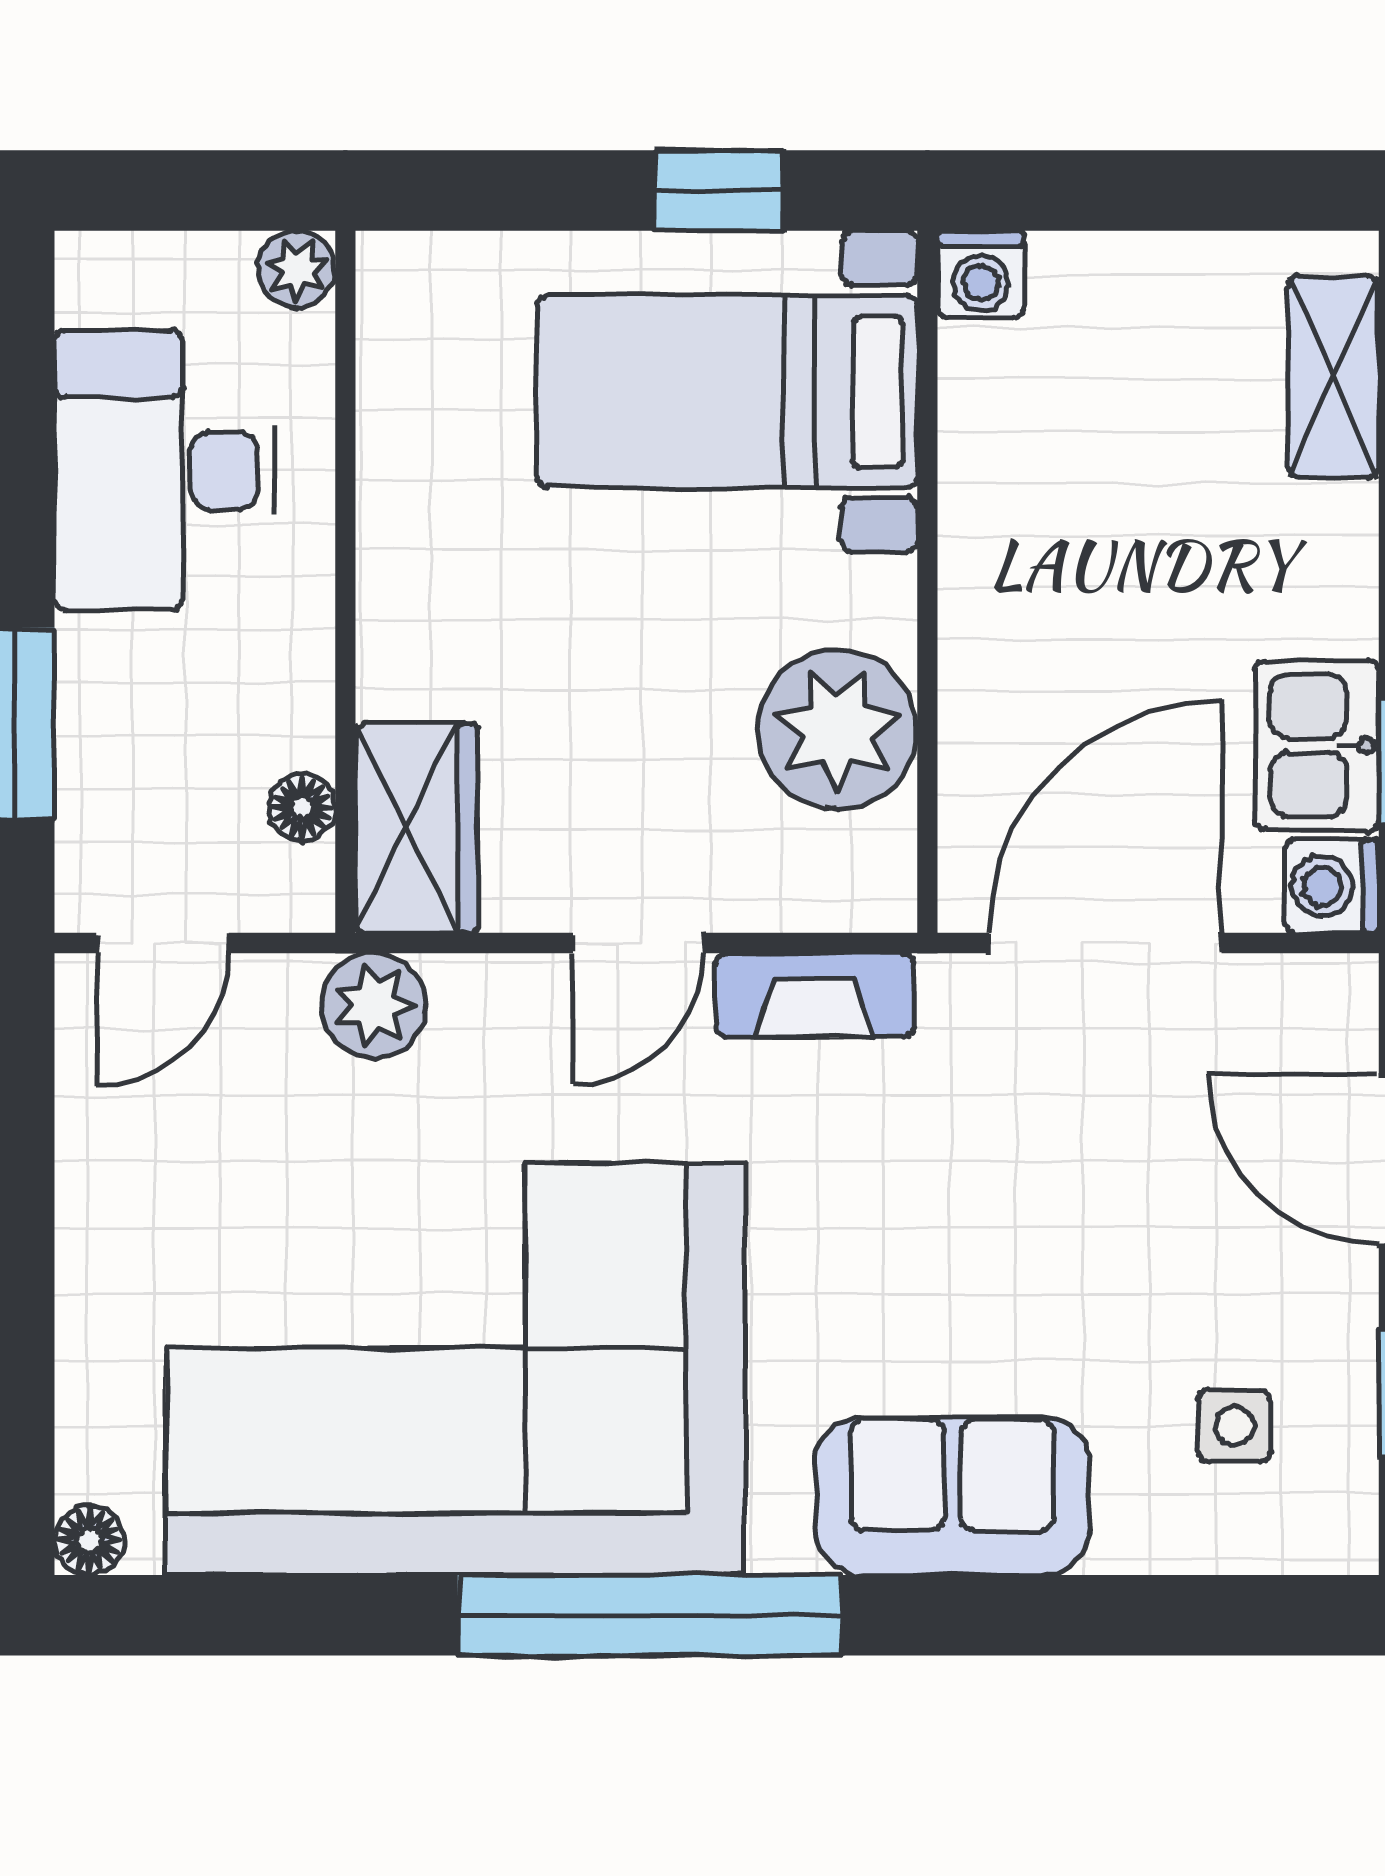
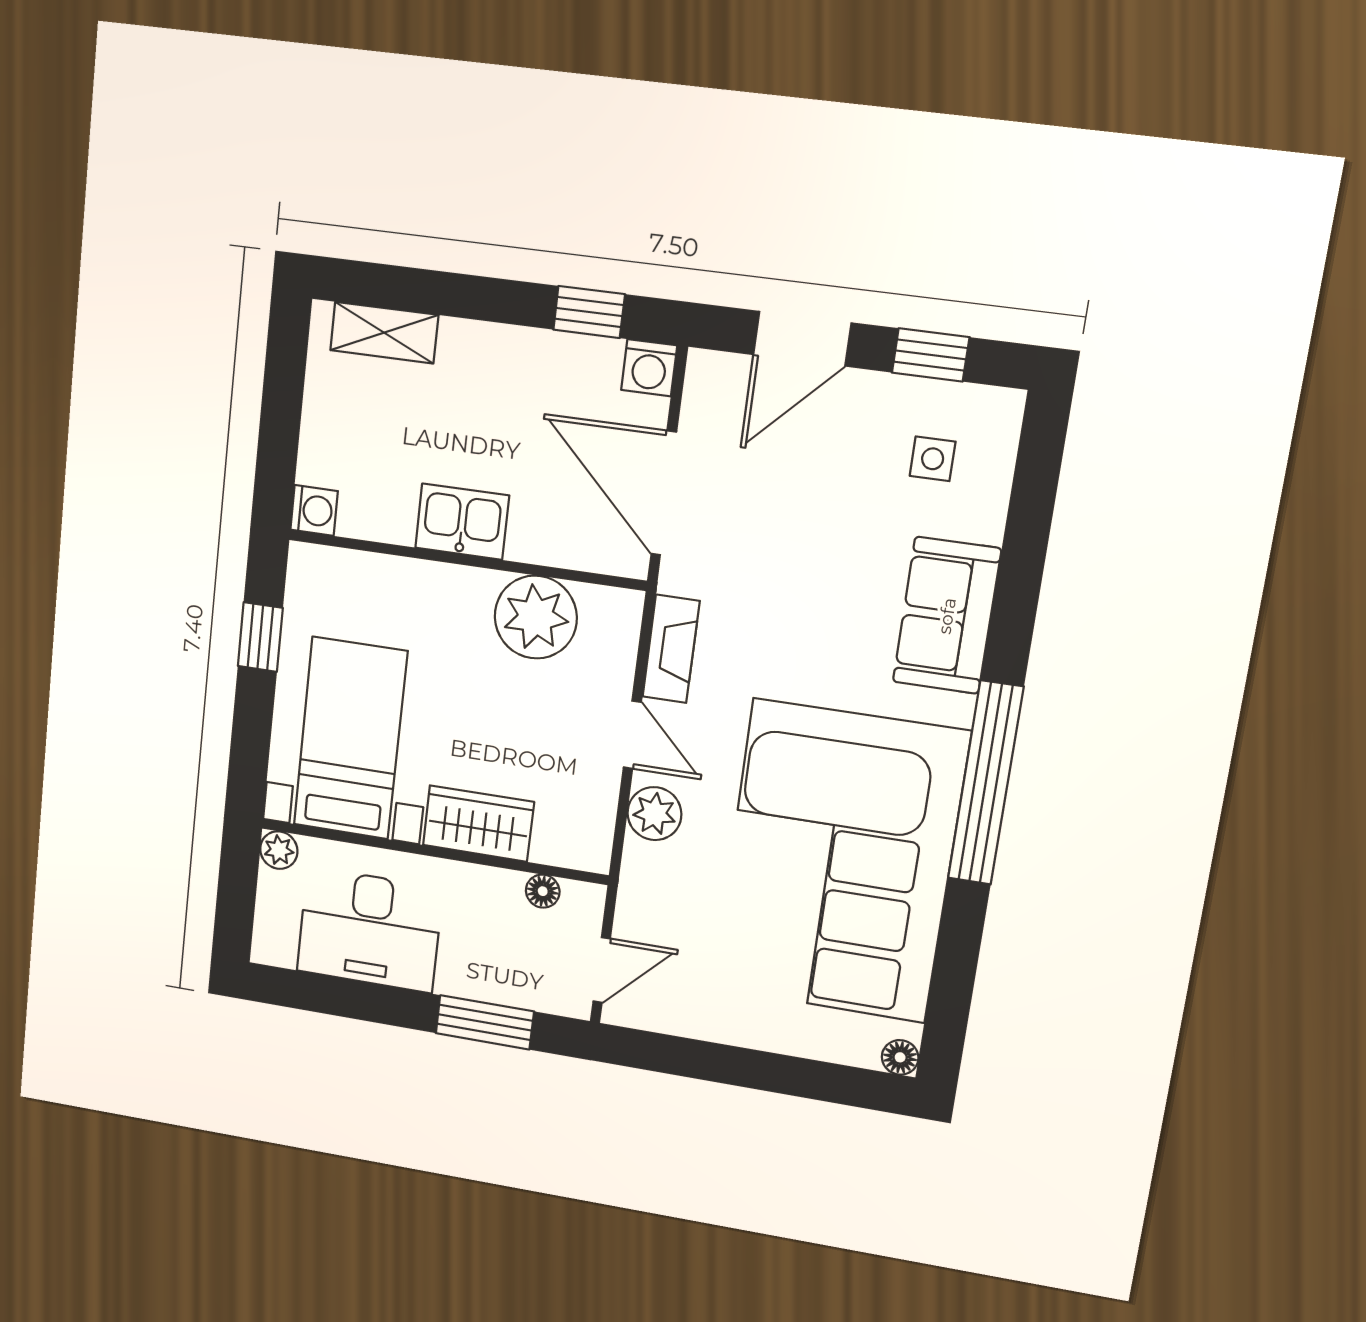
bed with nightstands: (727, 391) -> (350, 738), moved, turned 180
kitchen sink: (1317, 745) -> (462, 522), moved, turned 180
wardrobe: (416, 828) -> (478, 824), moved
door: (163, 943) -> (602, 970), hinge flipped
plant: (374, 1005) -> (654, 814), moved

